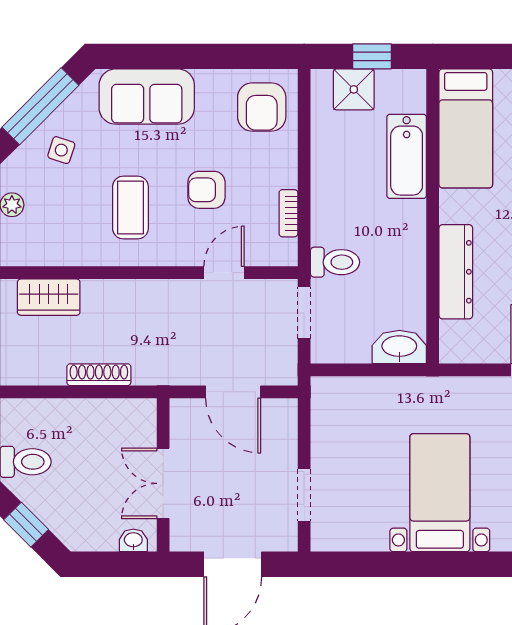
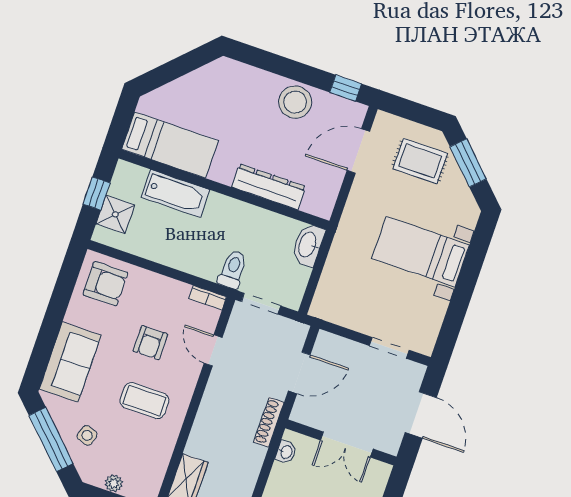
bookcase: (288, 213) -> (208, 298), moved
shoe rack: (99, 375) -> (269, 422), moved
washbasin: (133, 540) -> (286, 452), moved, turned 180

